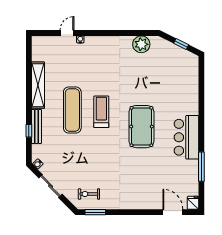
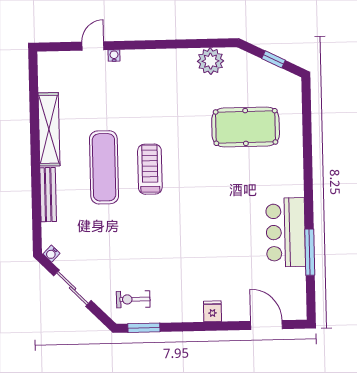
pool table: (141, 127) -> (246, 127), moved, turned 90
window: (29, 131) -> (36, 202), removed
bar counter: (186, 137) -> (286, 232), moved
fridge: (193, 203) -> (212, 311), moved

